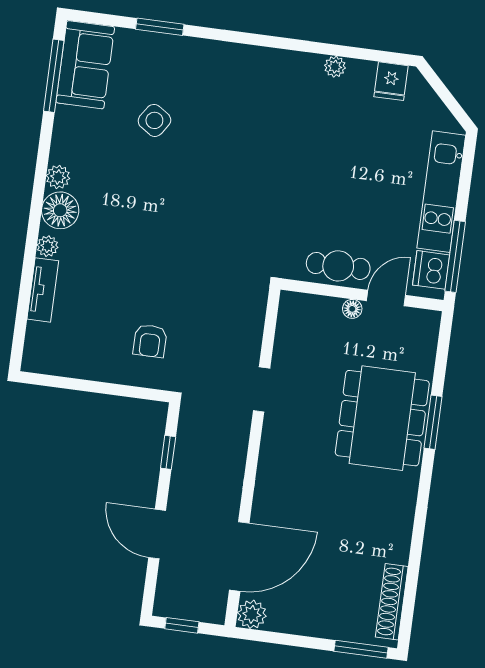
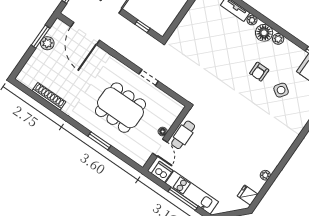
window: (455, 256) -> (183, 199), moved
armchair: (150, 341) -> (259, 72), moved, turned -90
dining table: (382, 418) -> (120, 108), moved
shoe rack: (392, 602) -> (49, 96), moved
plant: (252, 614) -> (47, 43), moved
window: (361, 649) -> (41, 37), moved

